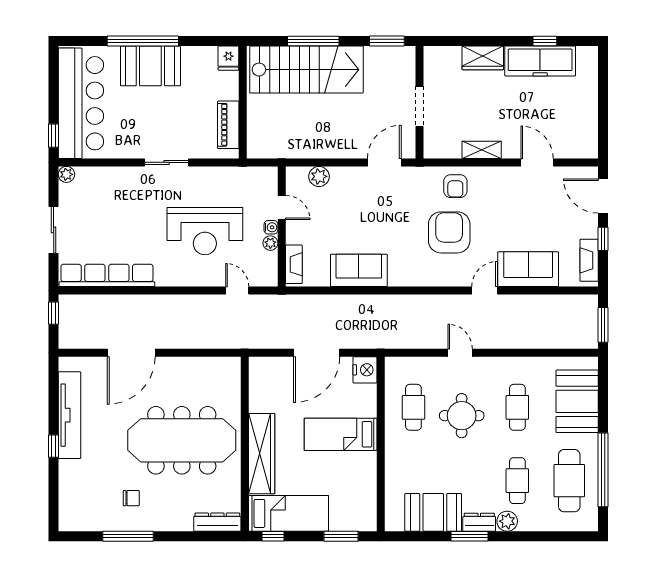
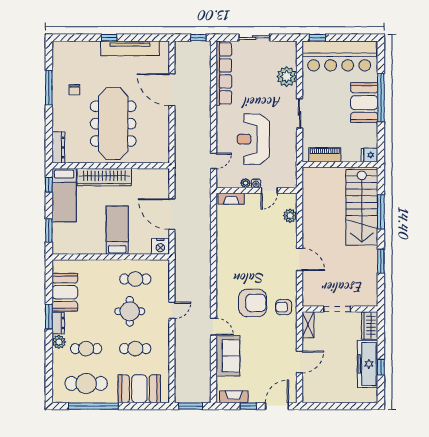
wall: (420, 102) -> (340, 309), moved
doorway: (420, 106) -> (337, 309), moved
plant: (66, 174) -> (287, 77), moved, width x1.87, depth x1.87
sofa: (359, 270) -> (227, 242), removed

